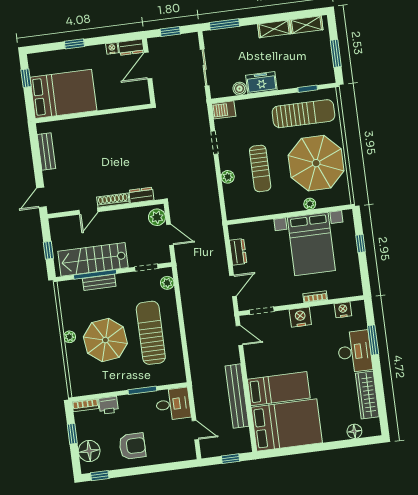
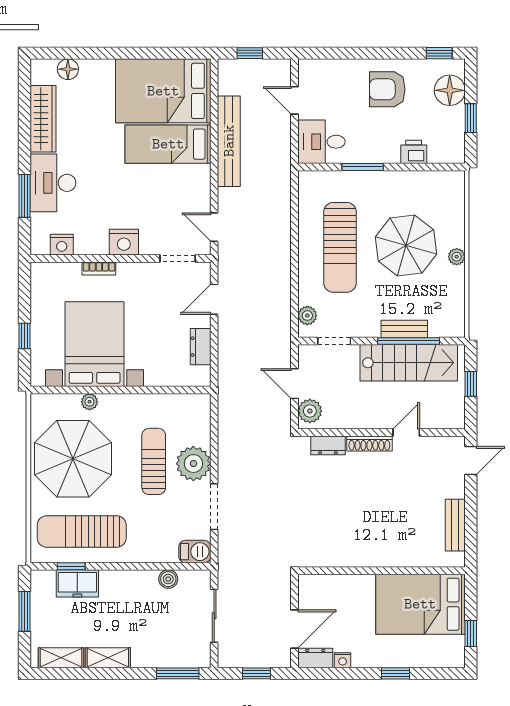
freezer: (261, 83) -> (77, 583), moved
doorway: (214, 143) -> (214, 507), width x1.38
plant: (228, 177) -> (193, 464), width x1.87, depth x1.87
bookcase: (85, 405) -> (447, 156), removed

